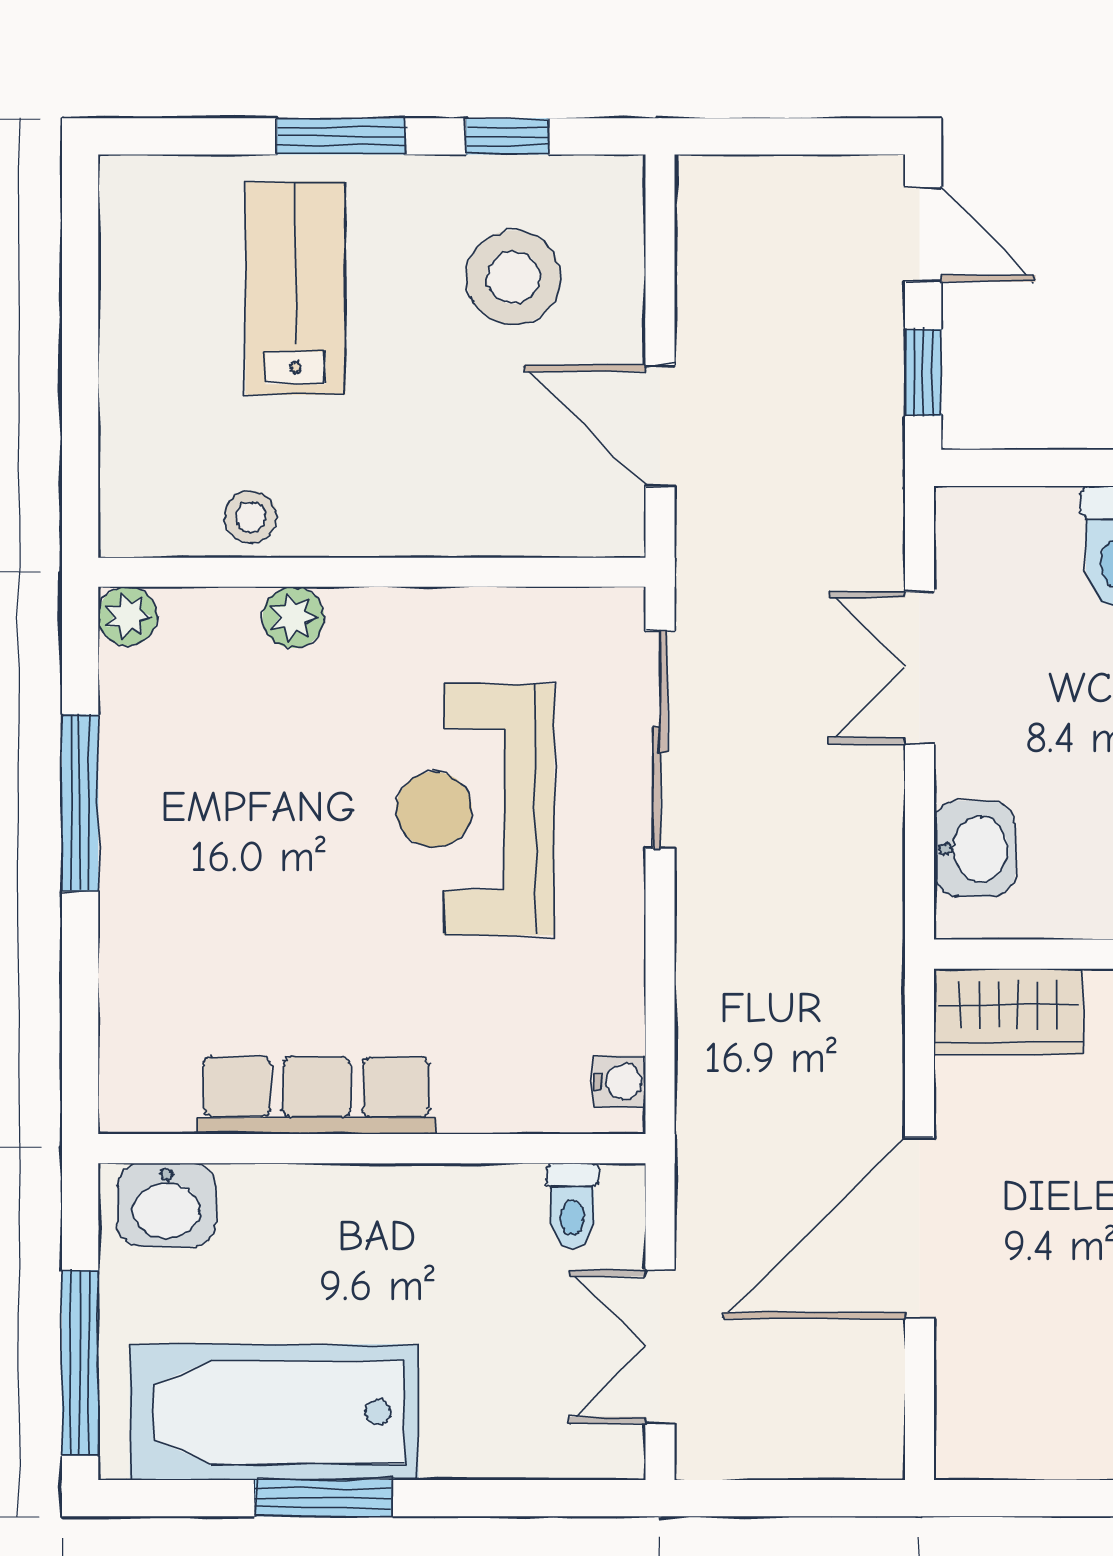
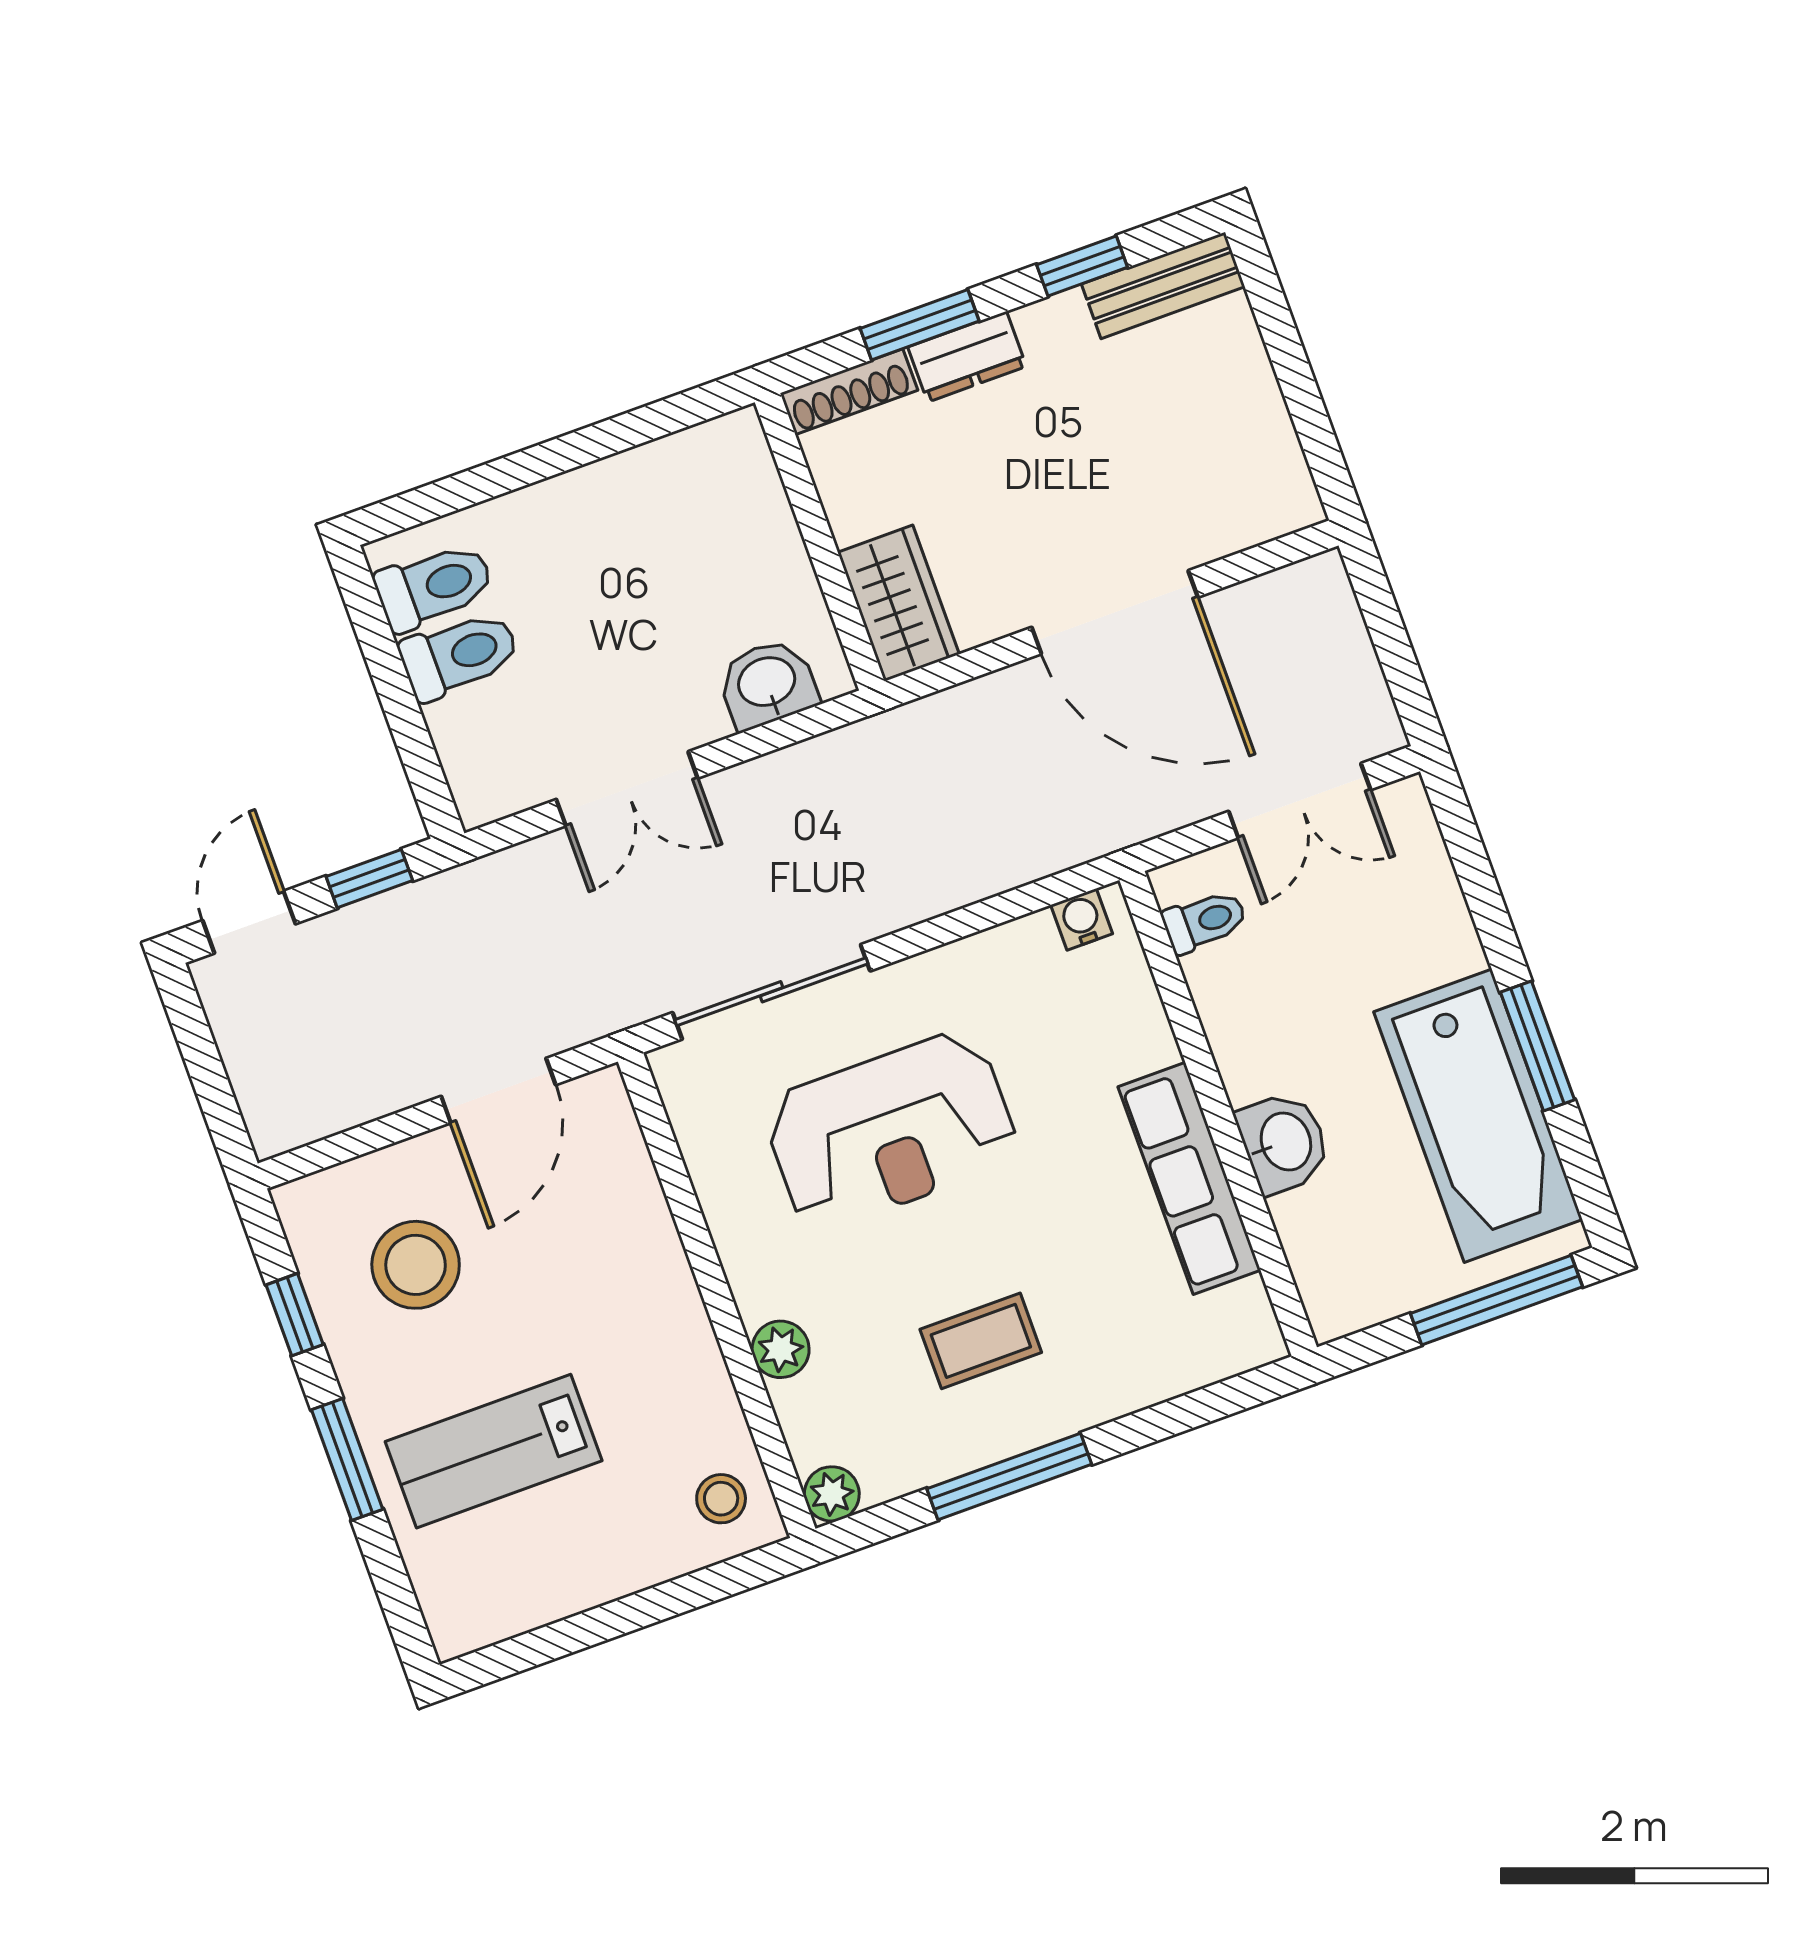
stool: (251, 517) -> (721, 1499), moved
coffee table: (228, 824) -> (981, 1341), added
washbasin: (167, 1205) -> (1284, 1142), moved

